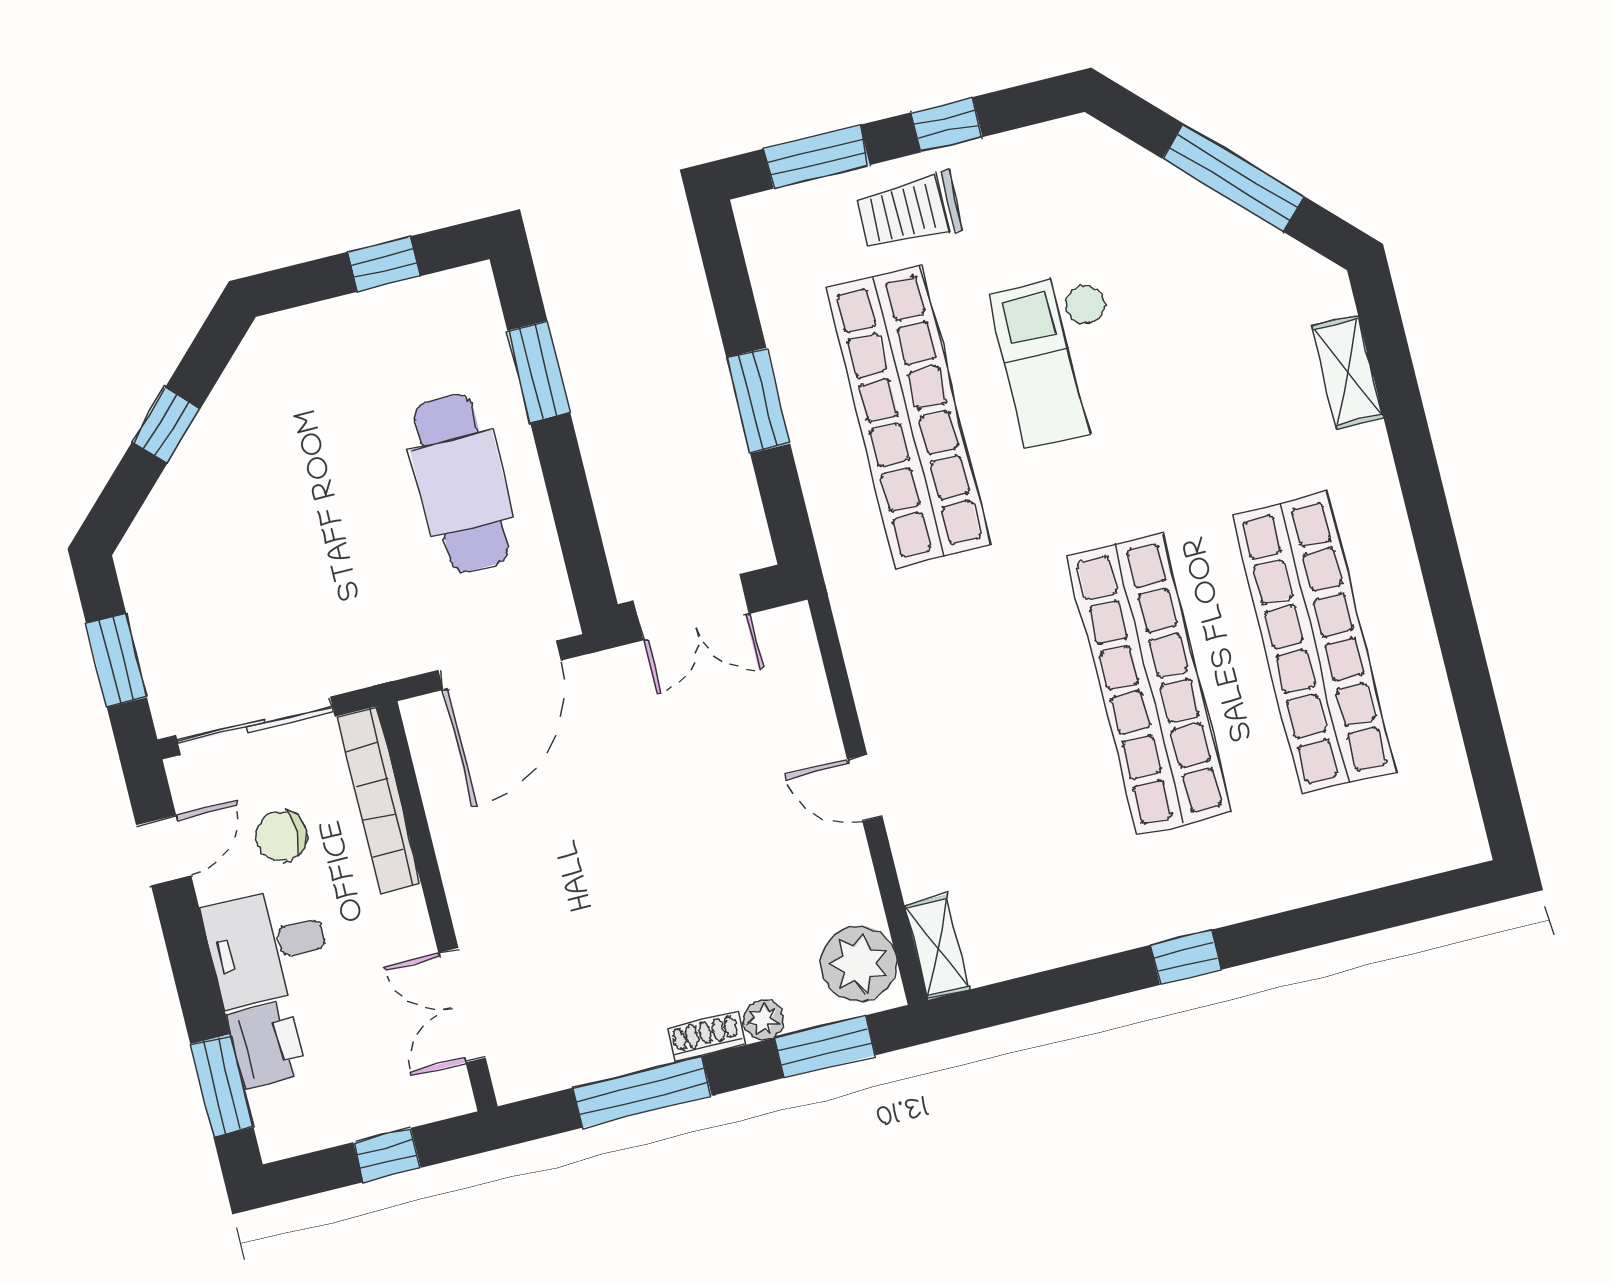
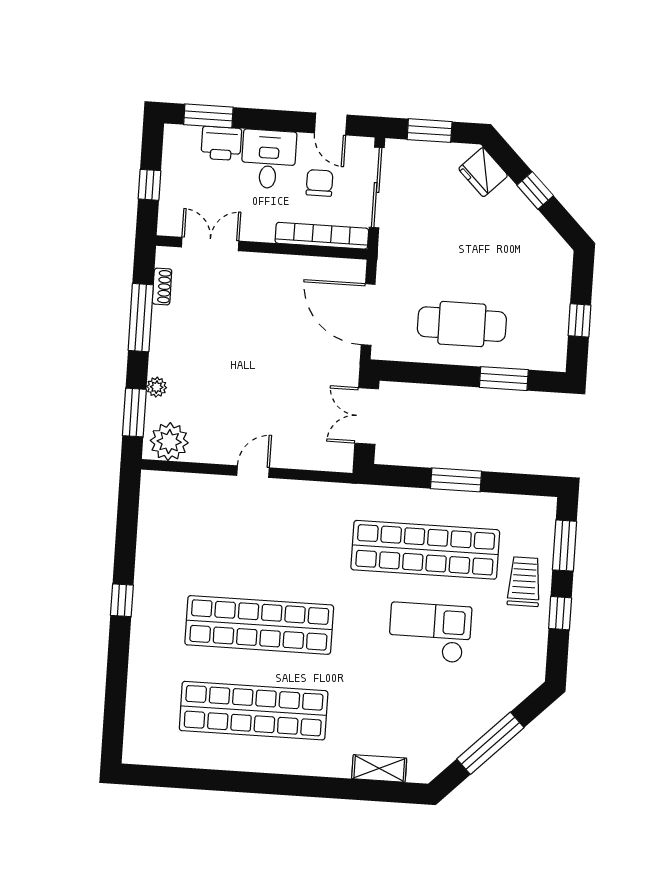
fridge: (163, 535) -> (483, 172), added
shelving: (937, 947) -> (165, 482), removed
shoe rack: (706, 1037) -> (162, 286), moved

